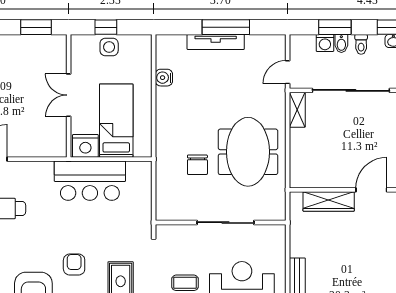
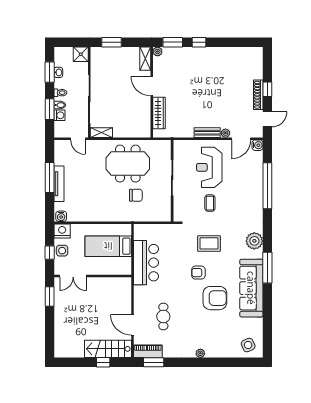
water cooler: (164, 78) -> (61, 216), moved
double door: (69, 95) -> (73, 276), moved
nightstand: (85, 146) -> (62, 231), moved, turned -90

